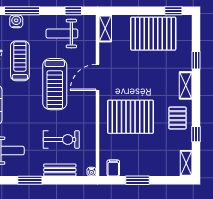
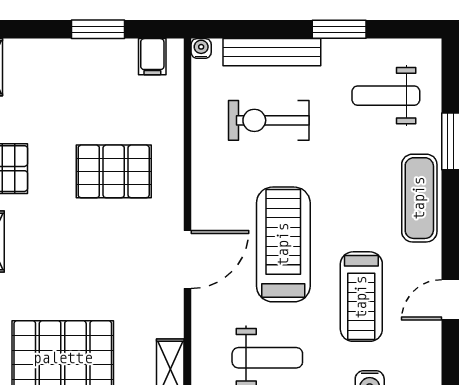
pallet: (131, 117) -> (114, 171), width x0.73, depth x0.71
bench: (60, 170) -> (272, 52), width x1.36

